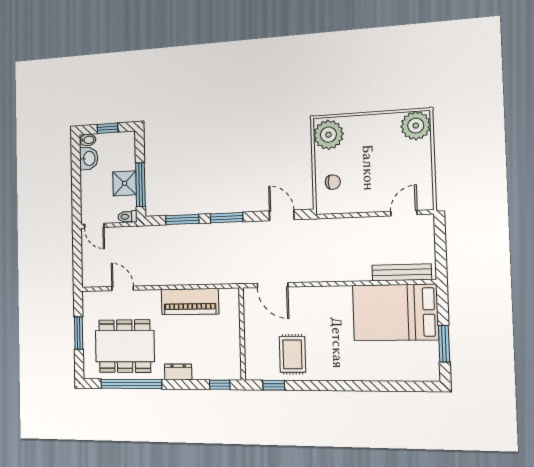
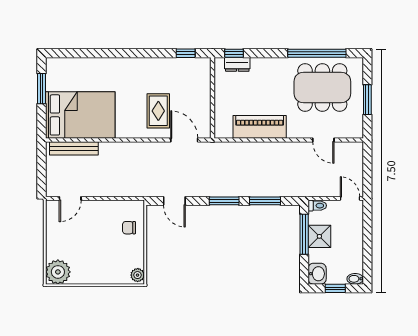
plant: (328, 135) -> (138, 275), width x0.53, depth x0.53
washbasin: (89, 158) -> (317, 274), moved, turned 180
rug: (292, 354) -> (158, 111), moved
dresser: (178, 372) -> (237, 64), moved

